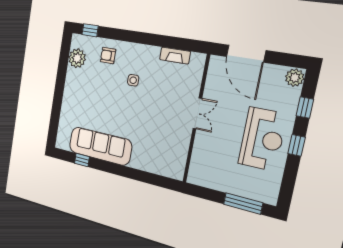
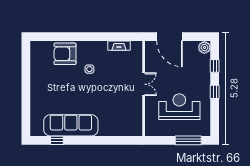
window: (90, 30) -> (46, 37), removed
armchair: (108, 56) -> (65, 54), width x1.88, depth x1.88
plant: (77, 58) -> (38, 60), removed
reception desk: (262, 139) -> (179, 107), moved, turned -90

